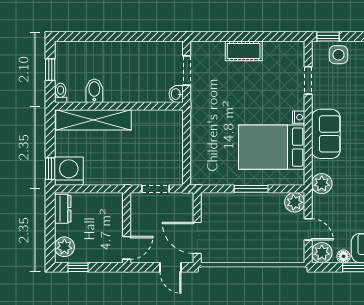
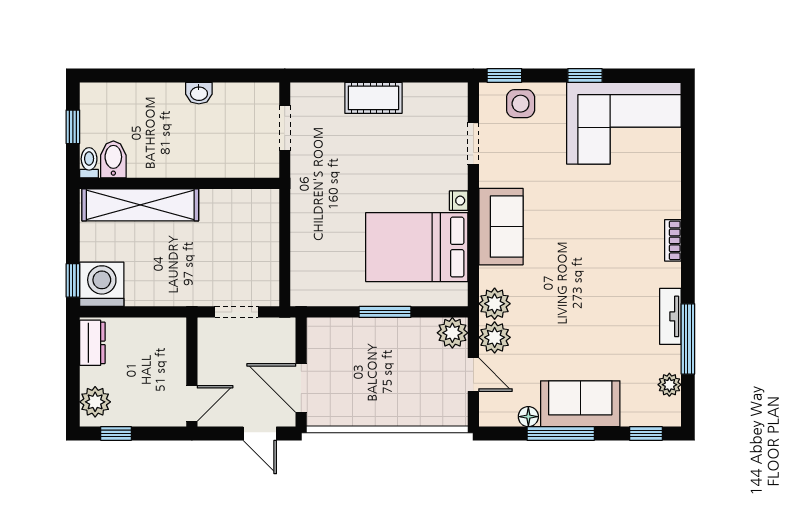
bidet: (94, 91) -> (113, 159), moved
washbasin: (176, 94) -> (199, 93), moved, turned -90
plant: (322, 253) -> (495, 337), moved

